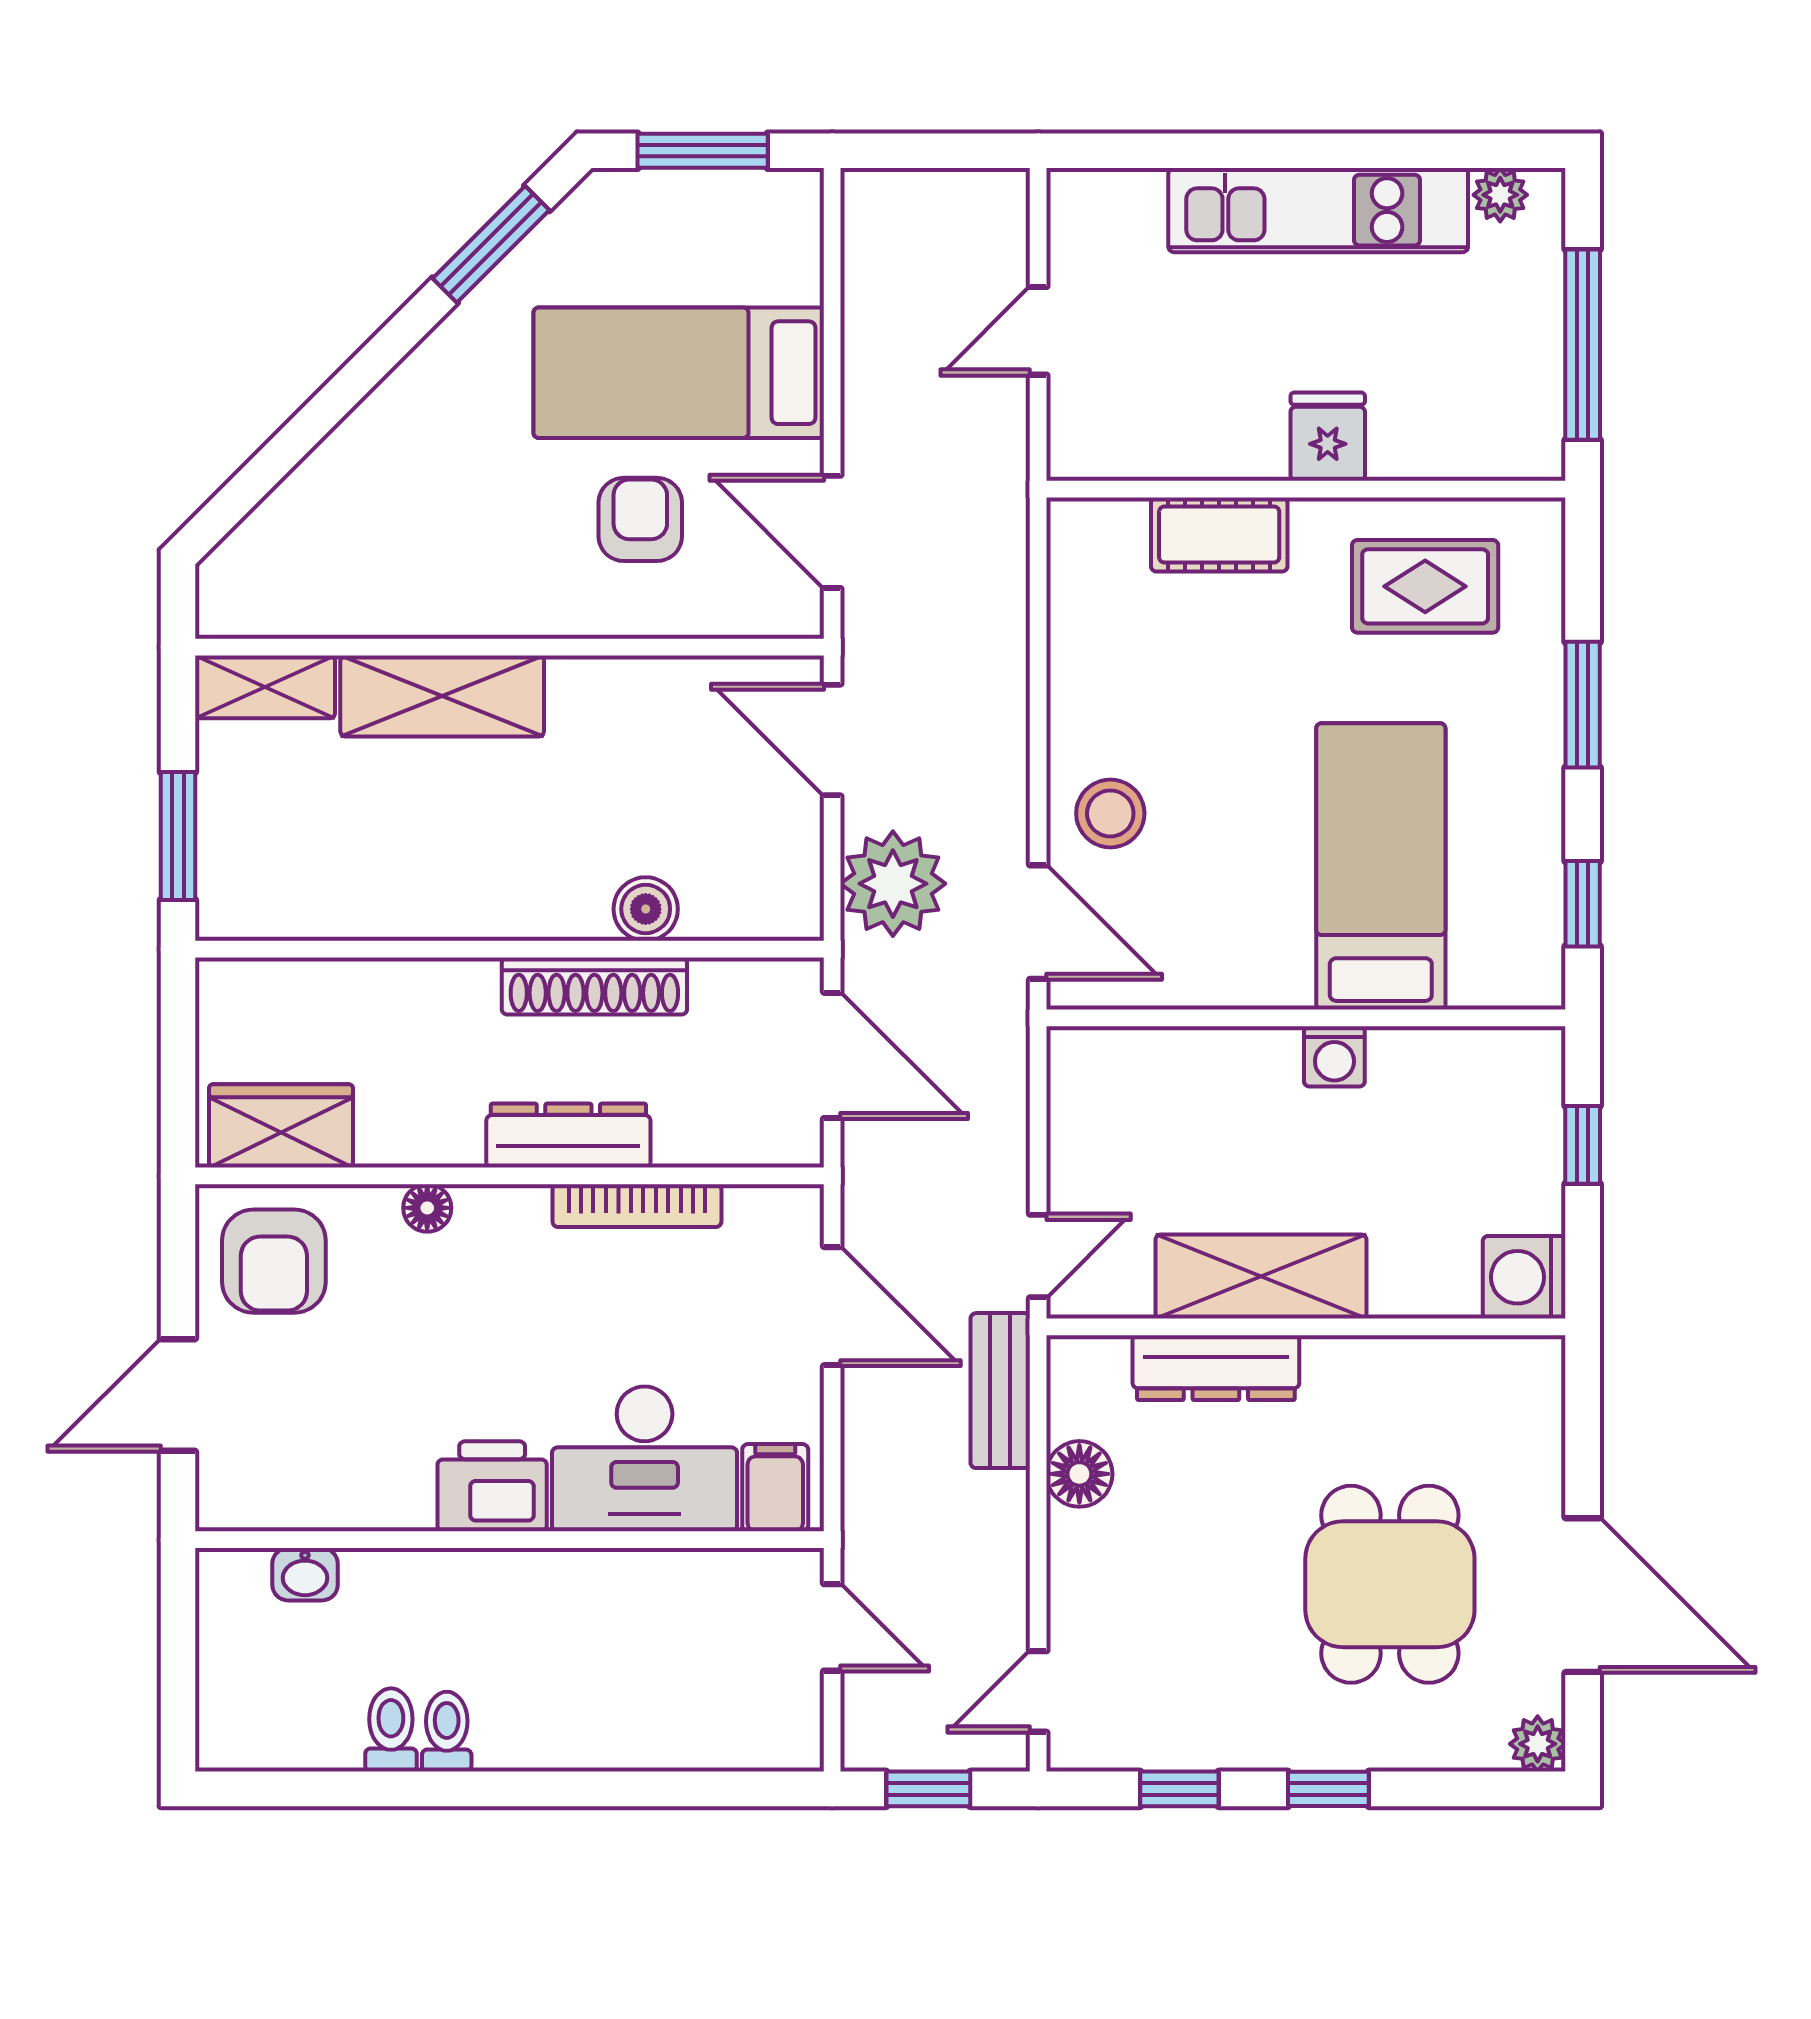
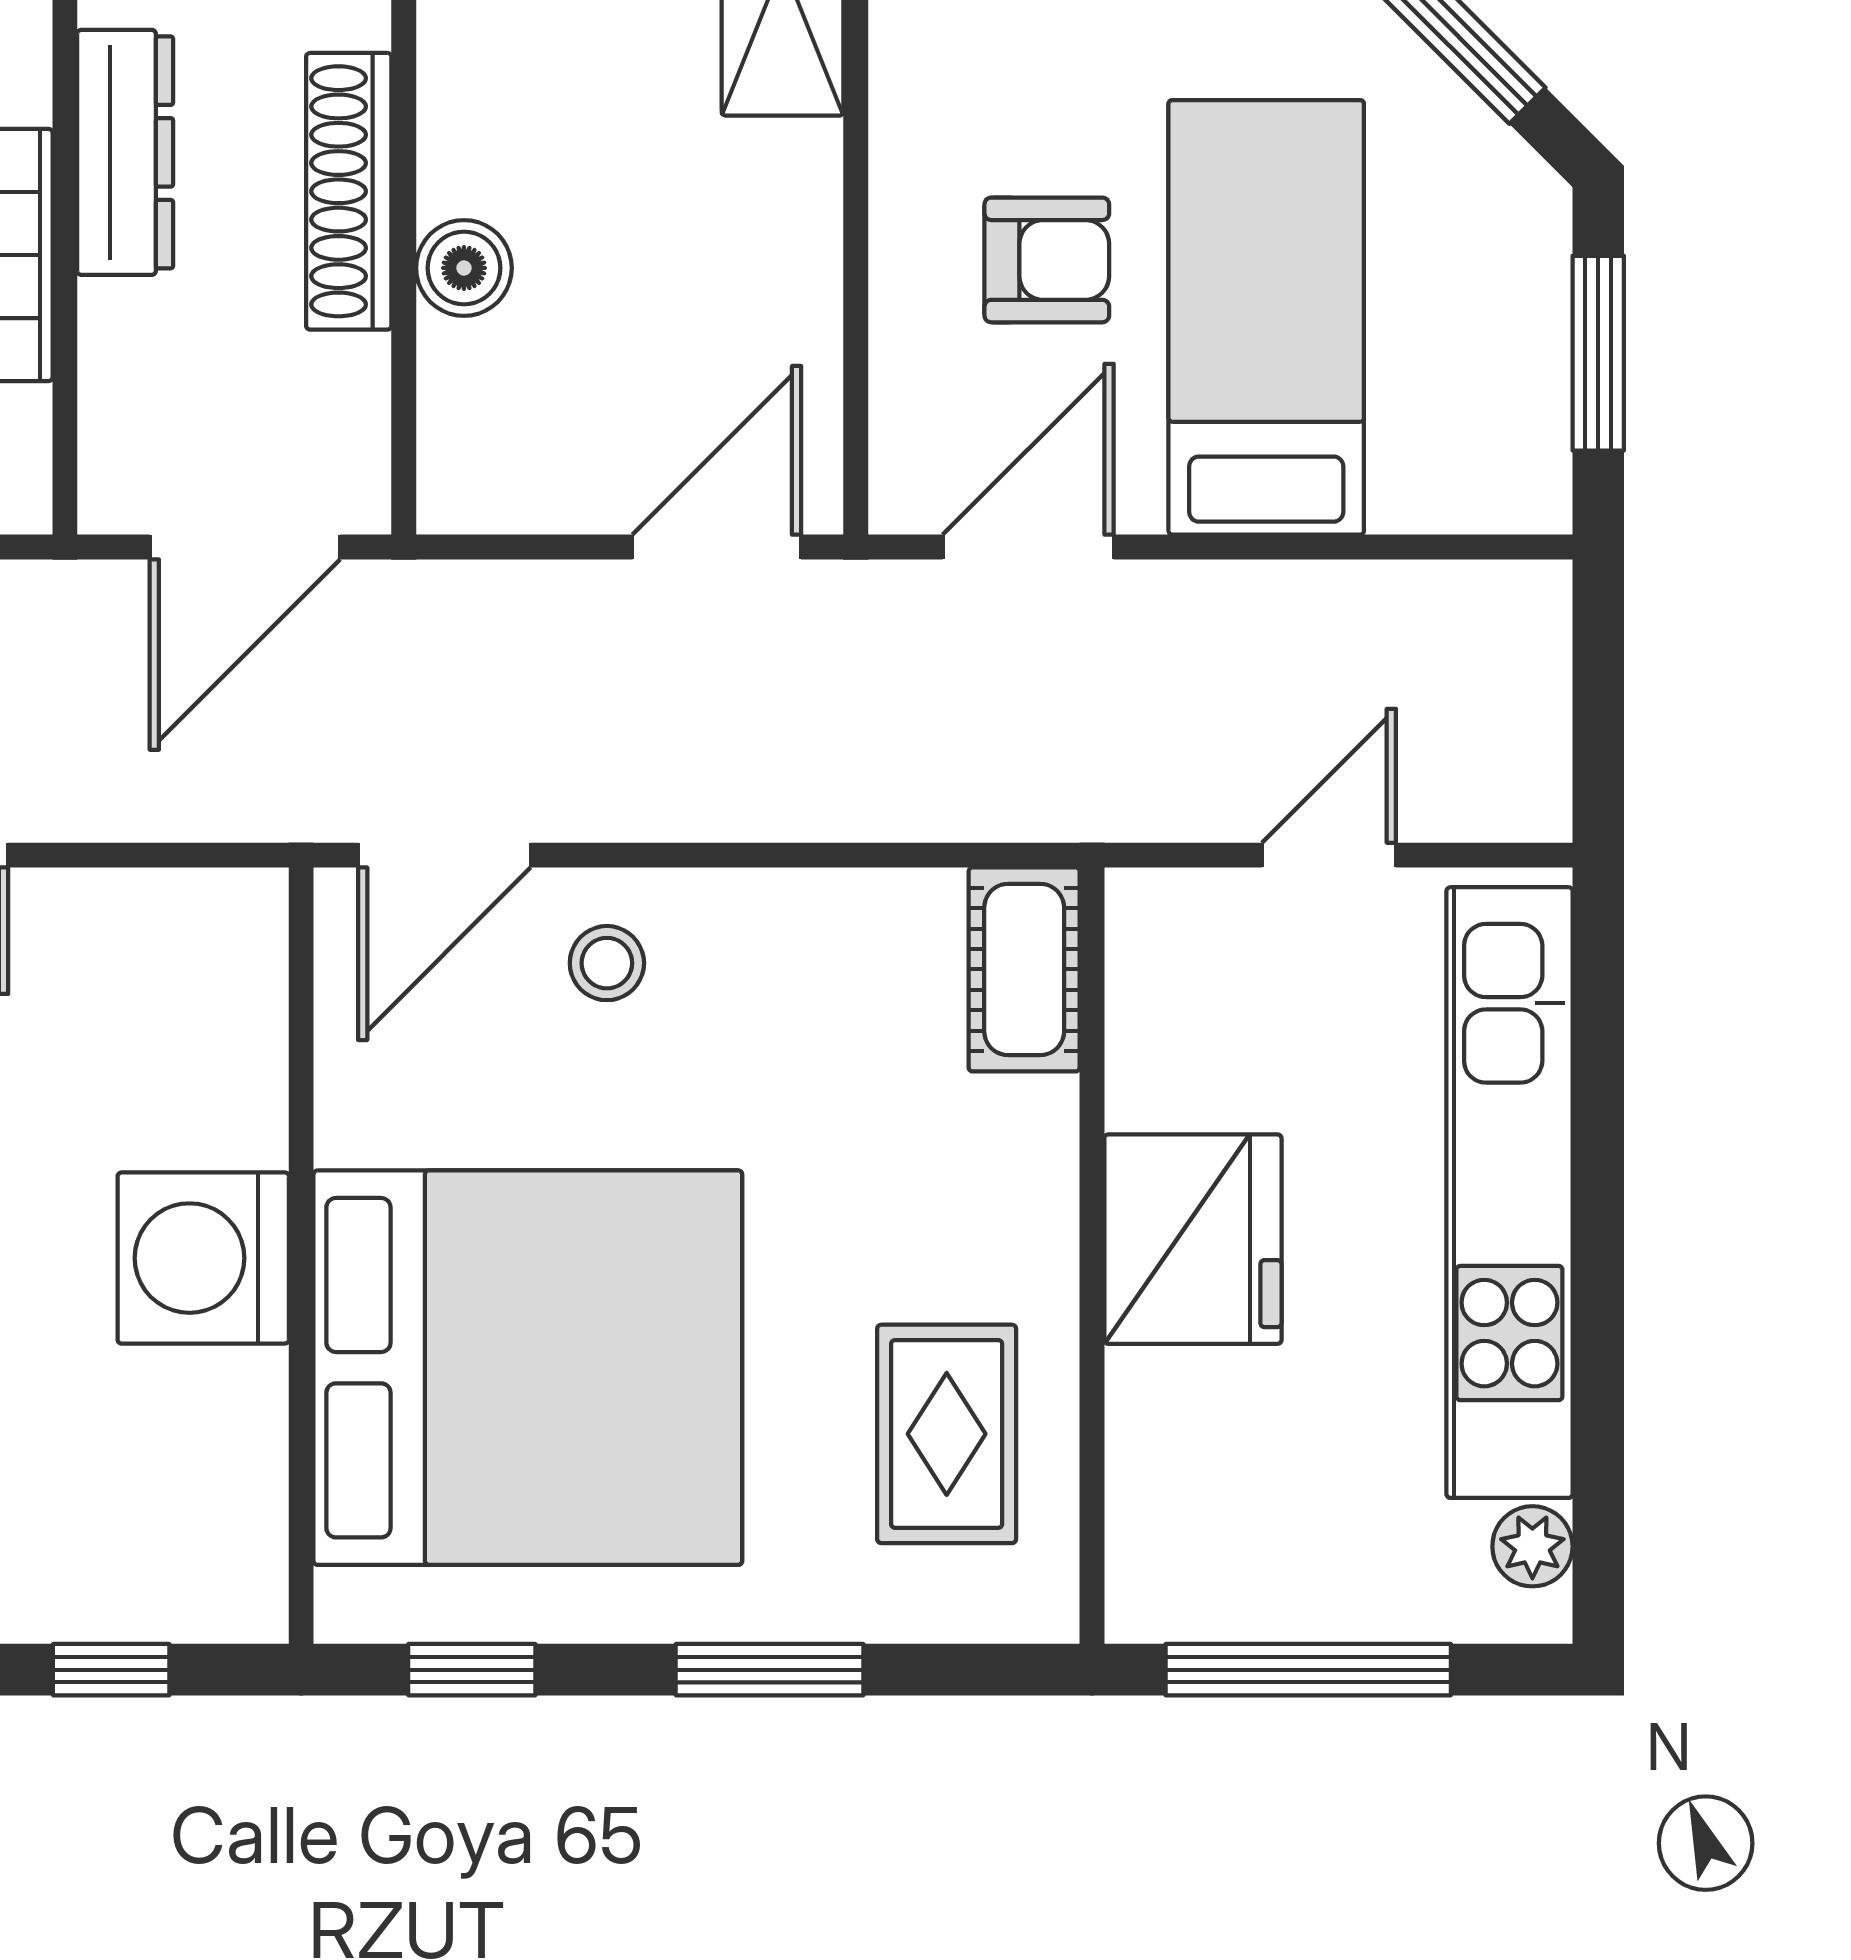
kitchen unit: (1318, 210) -> (1509, 1193), width x1.36
door: (1038, 331) -> (1329, 855), hinge flipped
fridge: (1328, 437) -> (1193, 1239), width x1.88, depth x1.34
cot: (1219, 535) -> (1024, 969), moved
stool: (1110, 813) -> (607, 963), width x0.73, depth x0.73
bed: (1381, 866) -> (528, 1368), width x2.04
plant: (893, 884) -> (502, 638), removed
washing machine: (1334, 1056) -> (203, 1258), width x1.89, depth x1.89

